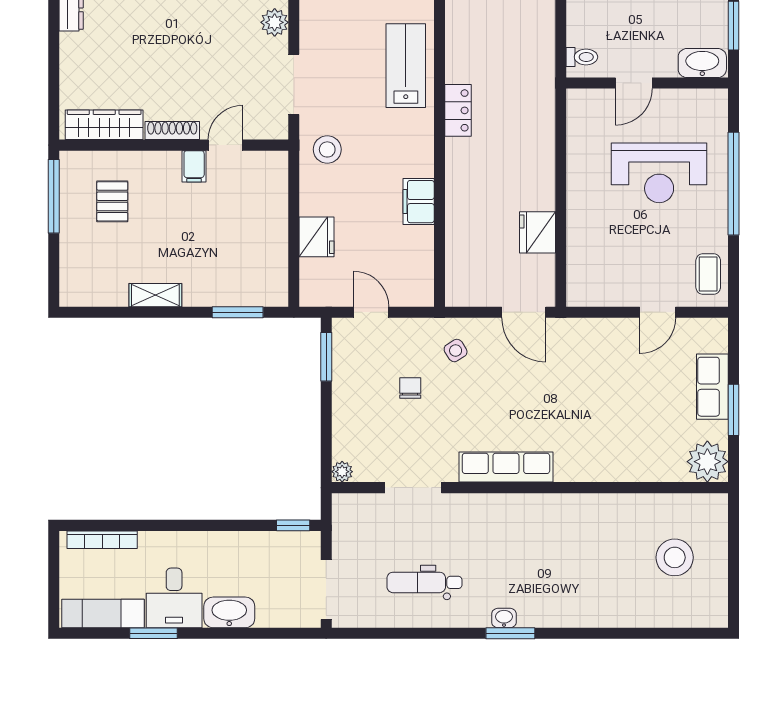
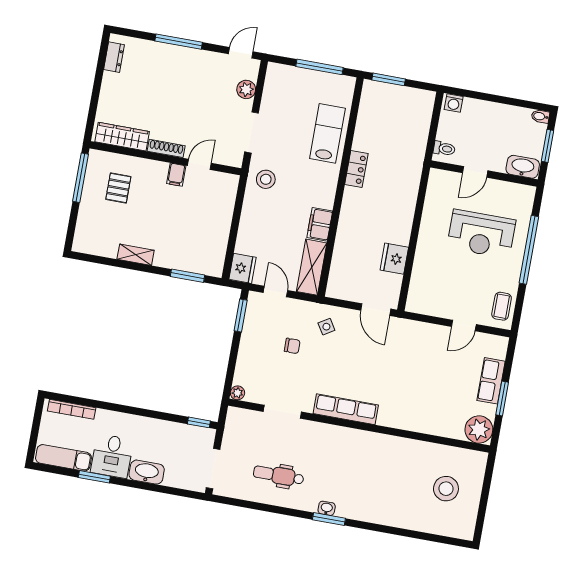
fridge: (316, 237) -> (242, 268), moved
shelving: (418, 267) -> (312, 267), added
chair: (410, 388) -> (292, 346), turned 90

